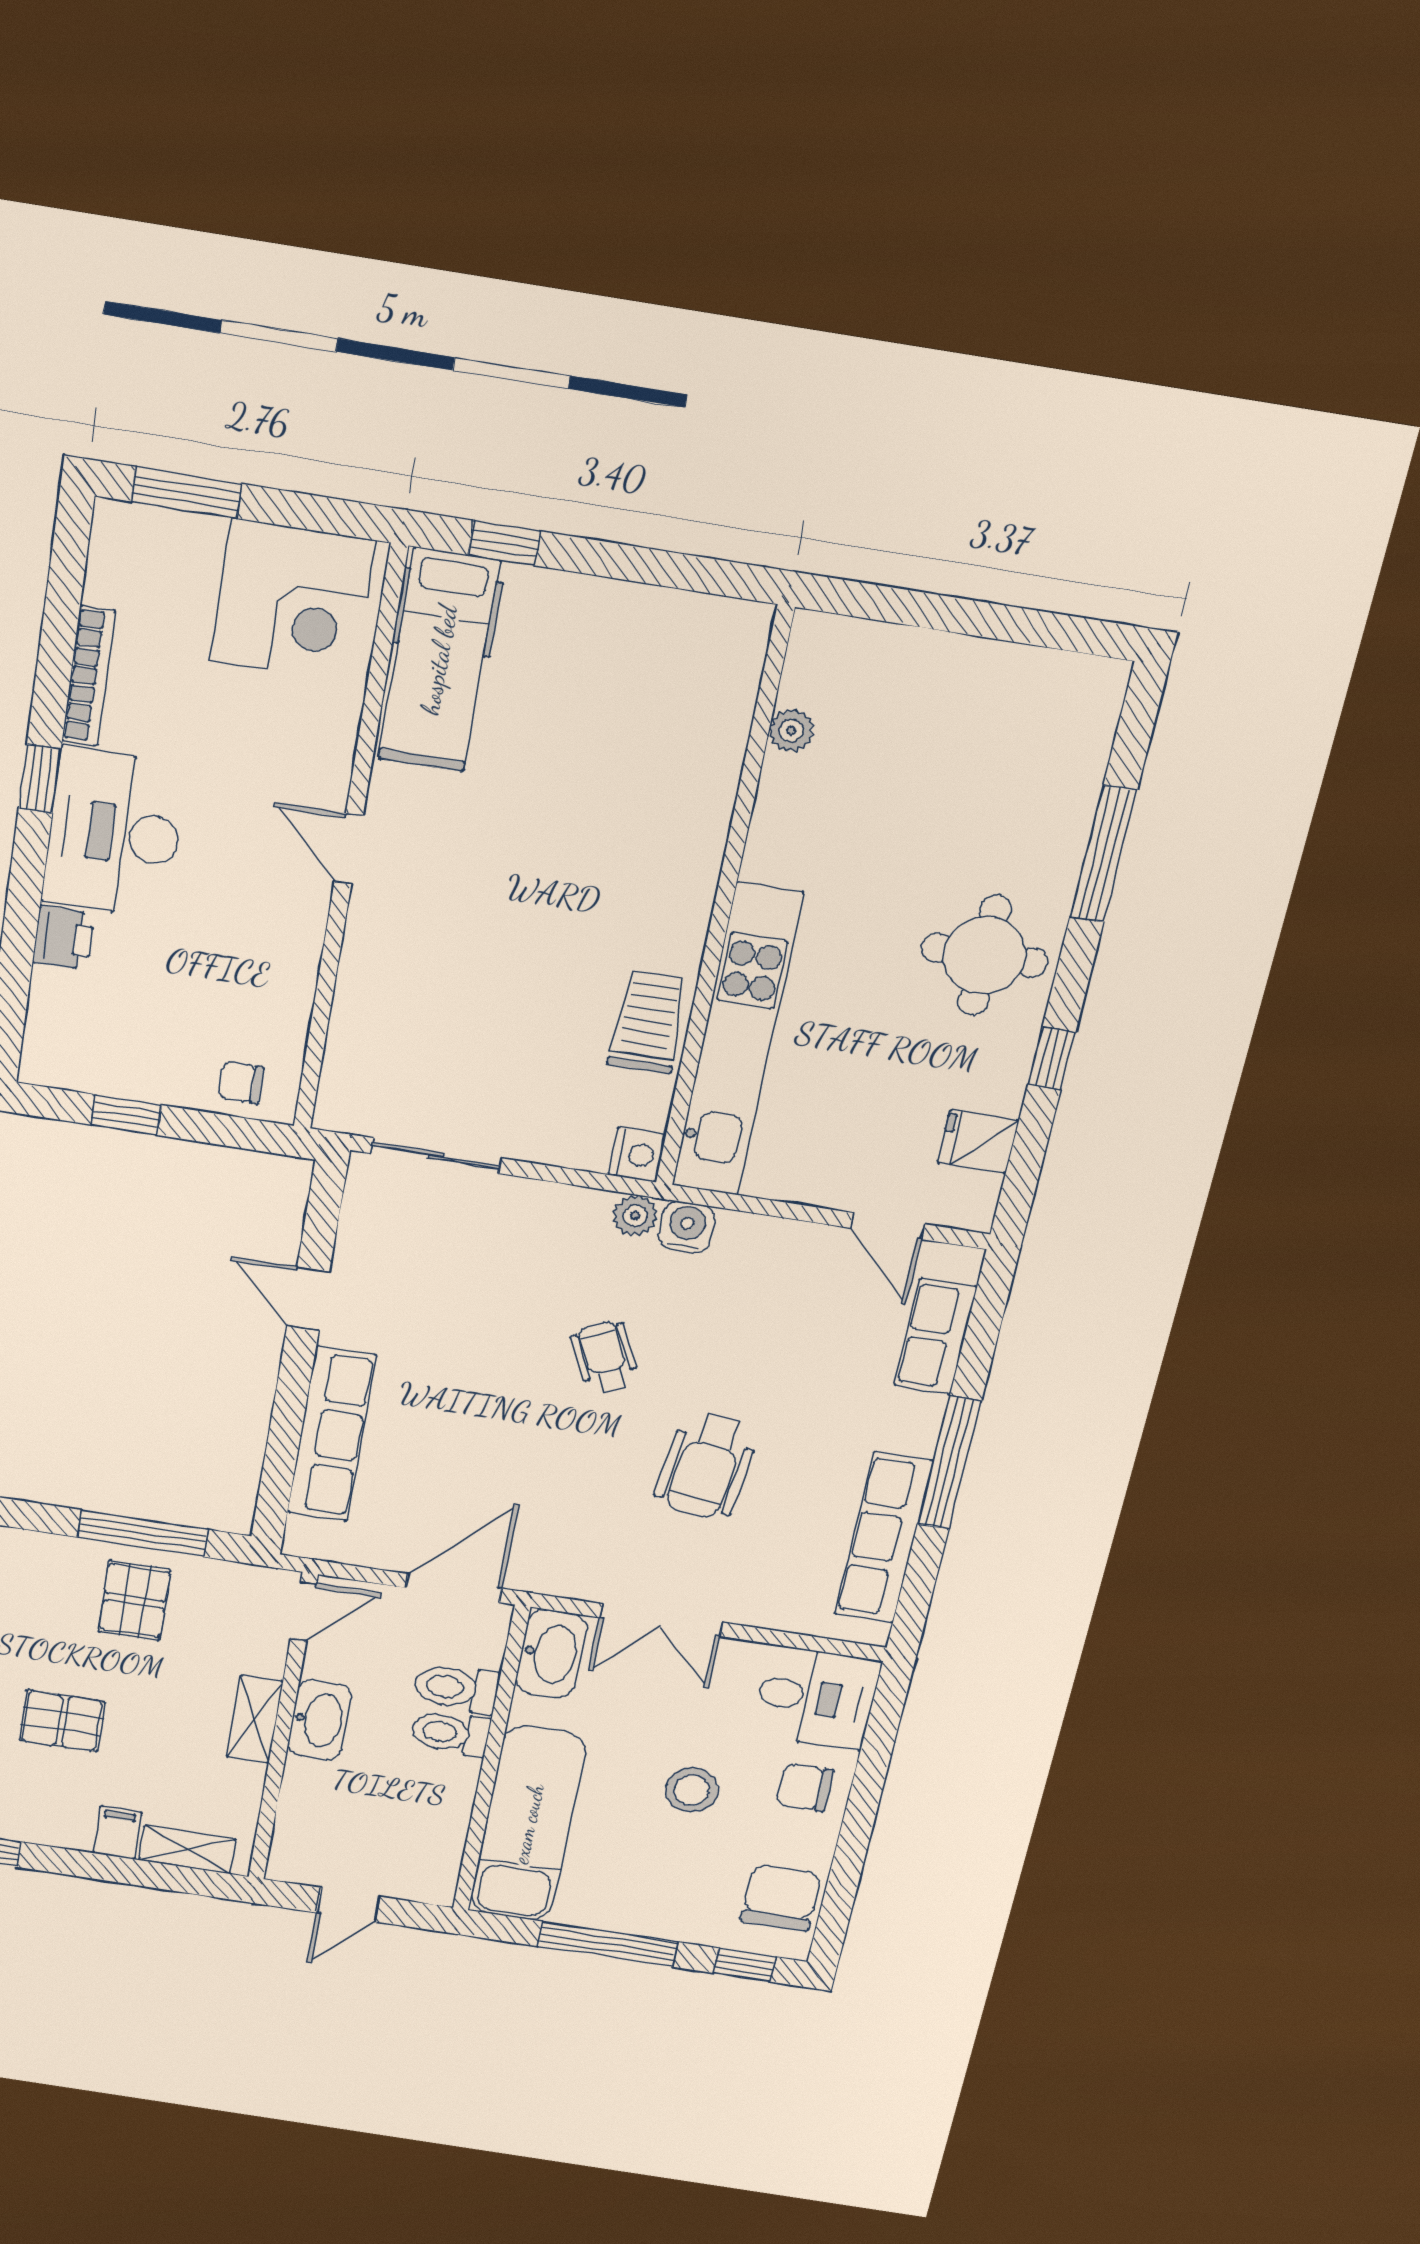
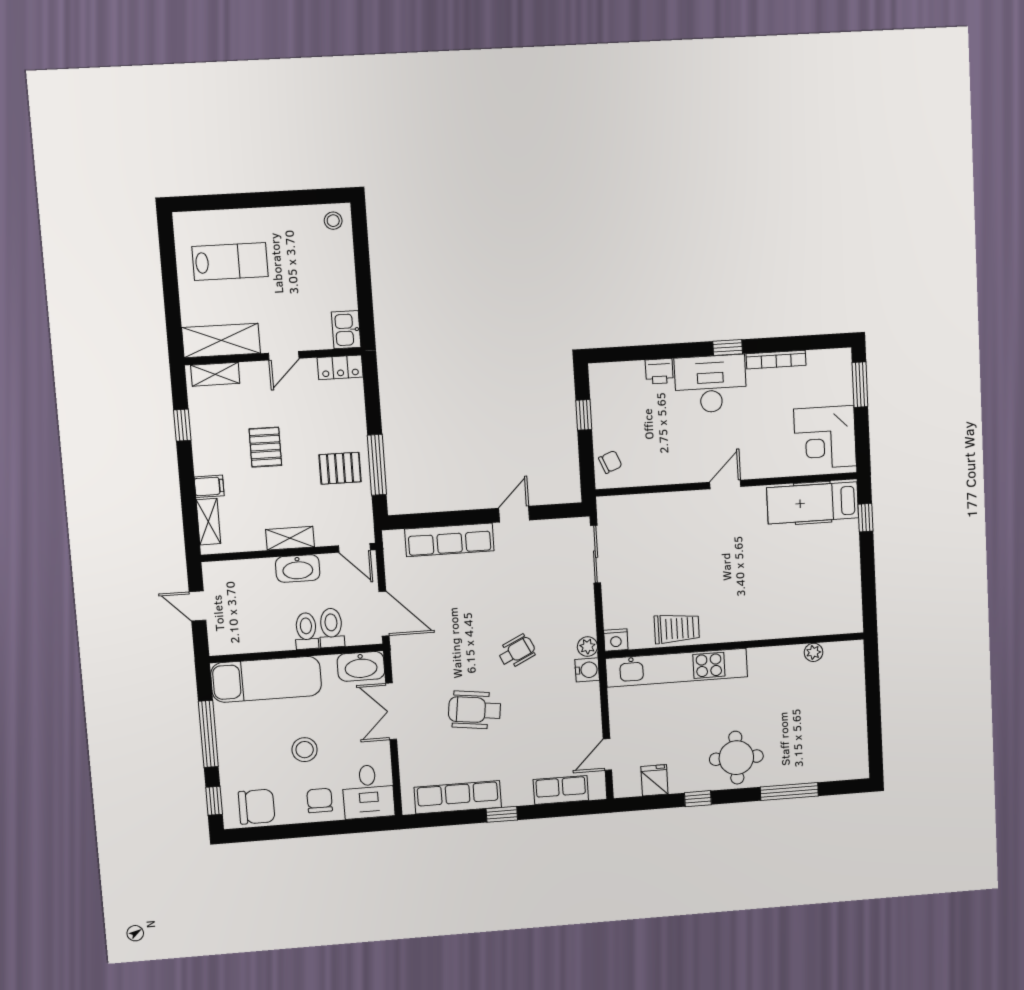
chair: (241, 1082) -> (610, 462), turned 68
window: (949, 1463) -> (502, 814), width x0.46

